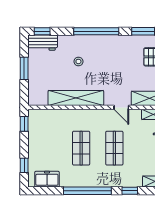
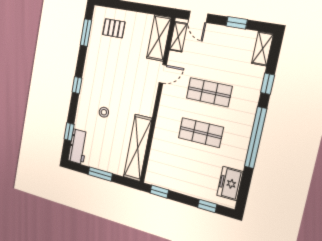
window: (42, 31) -> (69, 132), moved
window: (96, 31) -> (77, 85), width x0.32
shelving: (76, 98) -> (138, 148), moved

